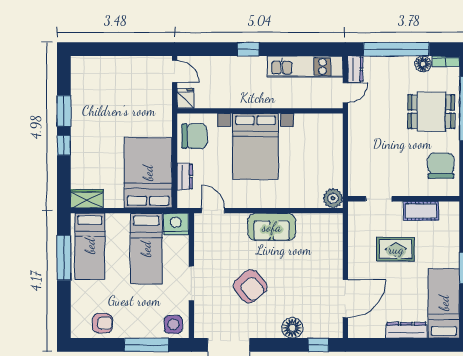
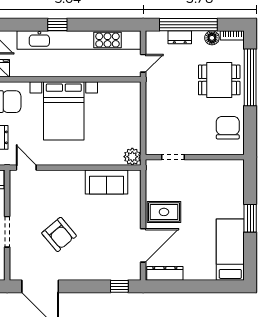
kitchen unit: (305, 67) -> (79, 40), width x1.86
dresser: (355, 69) -> (180, 37), moved, turned 90
cot: (421, 211) -> (210, 168), removed
sofa: (272, 227) -> (107, 182), moved
rug: (396, 249) -> (164, 212), moved
floor lamp: (292, 328) -> (96, 271), removed
dresser: (406, 330) -> (165, 273), moved

